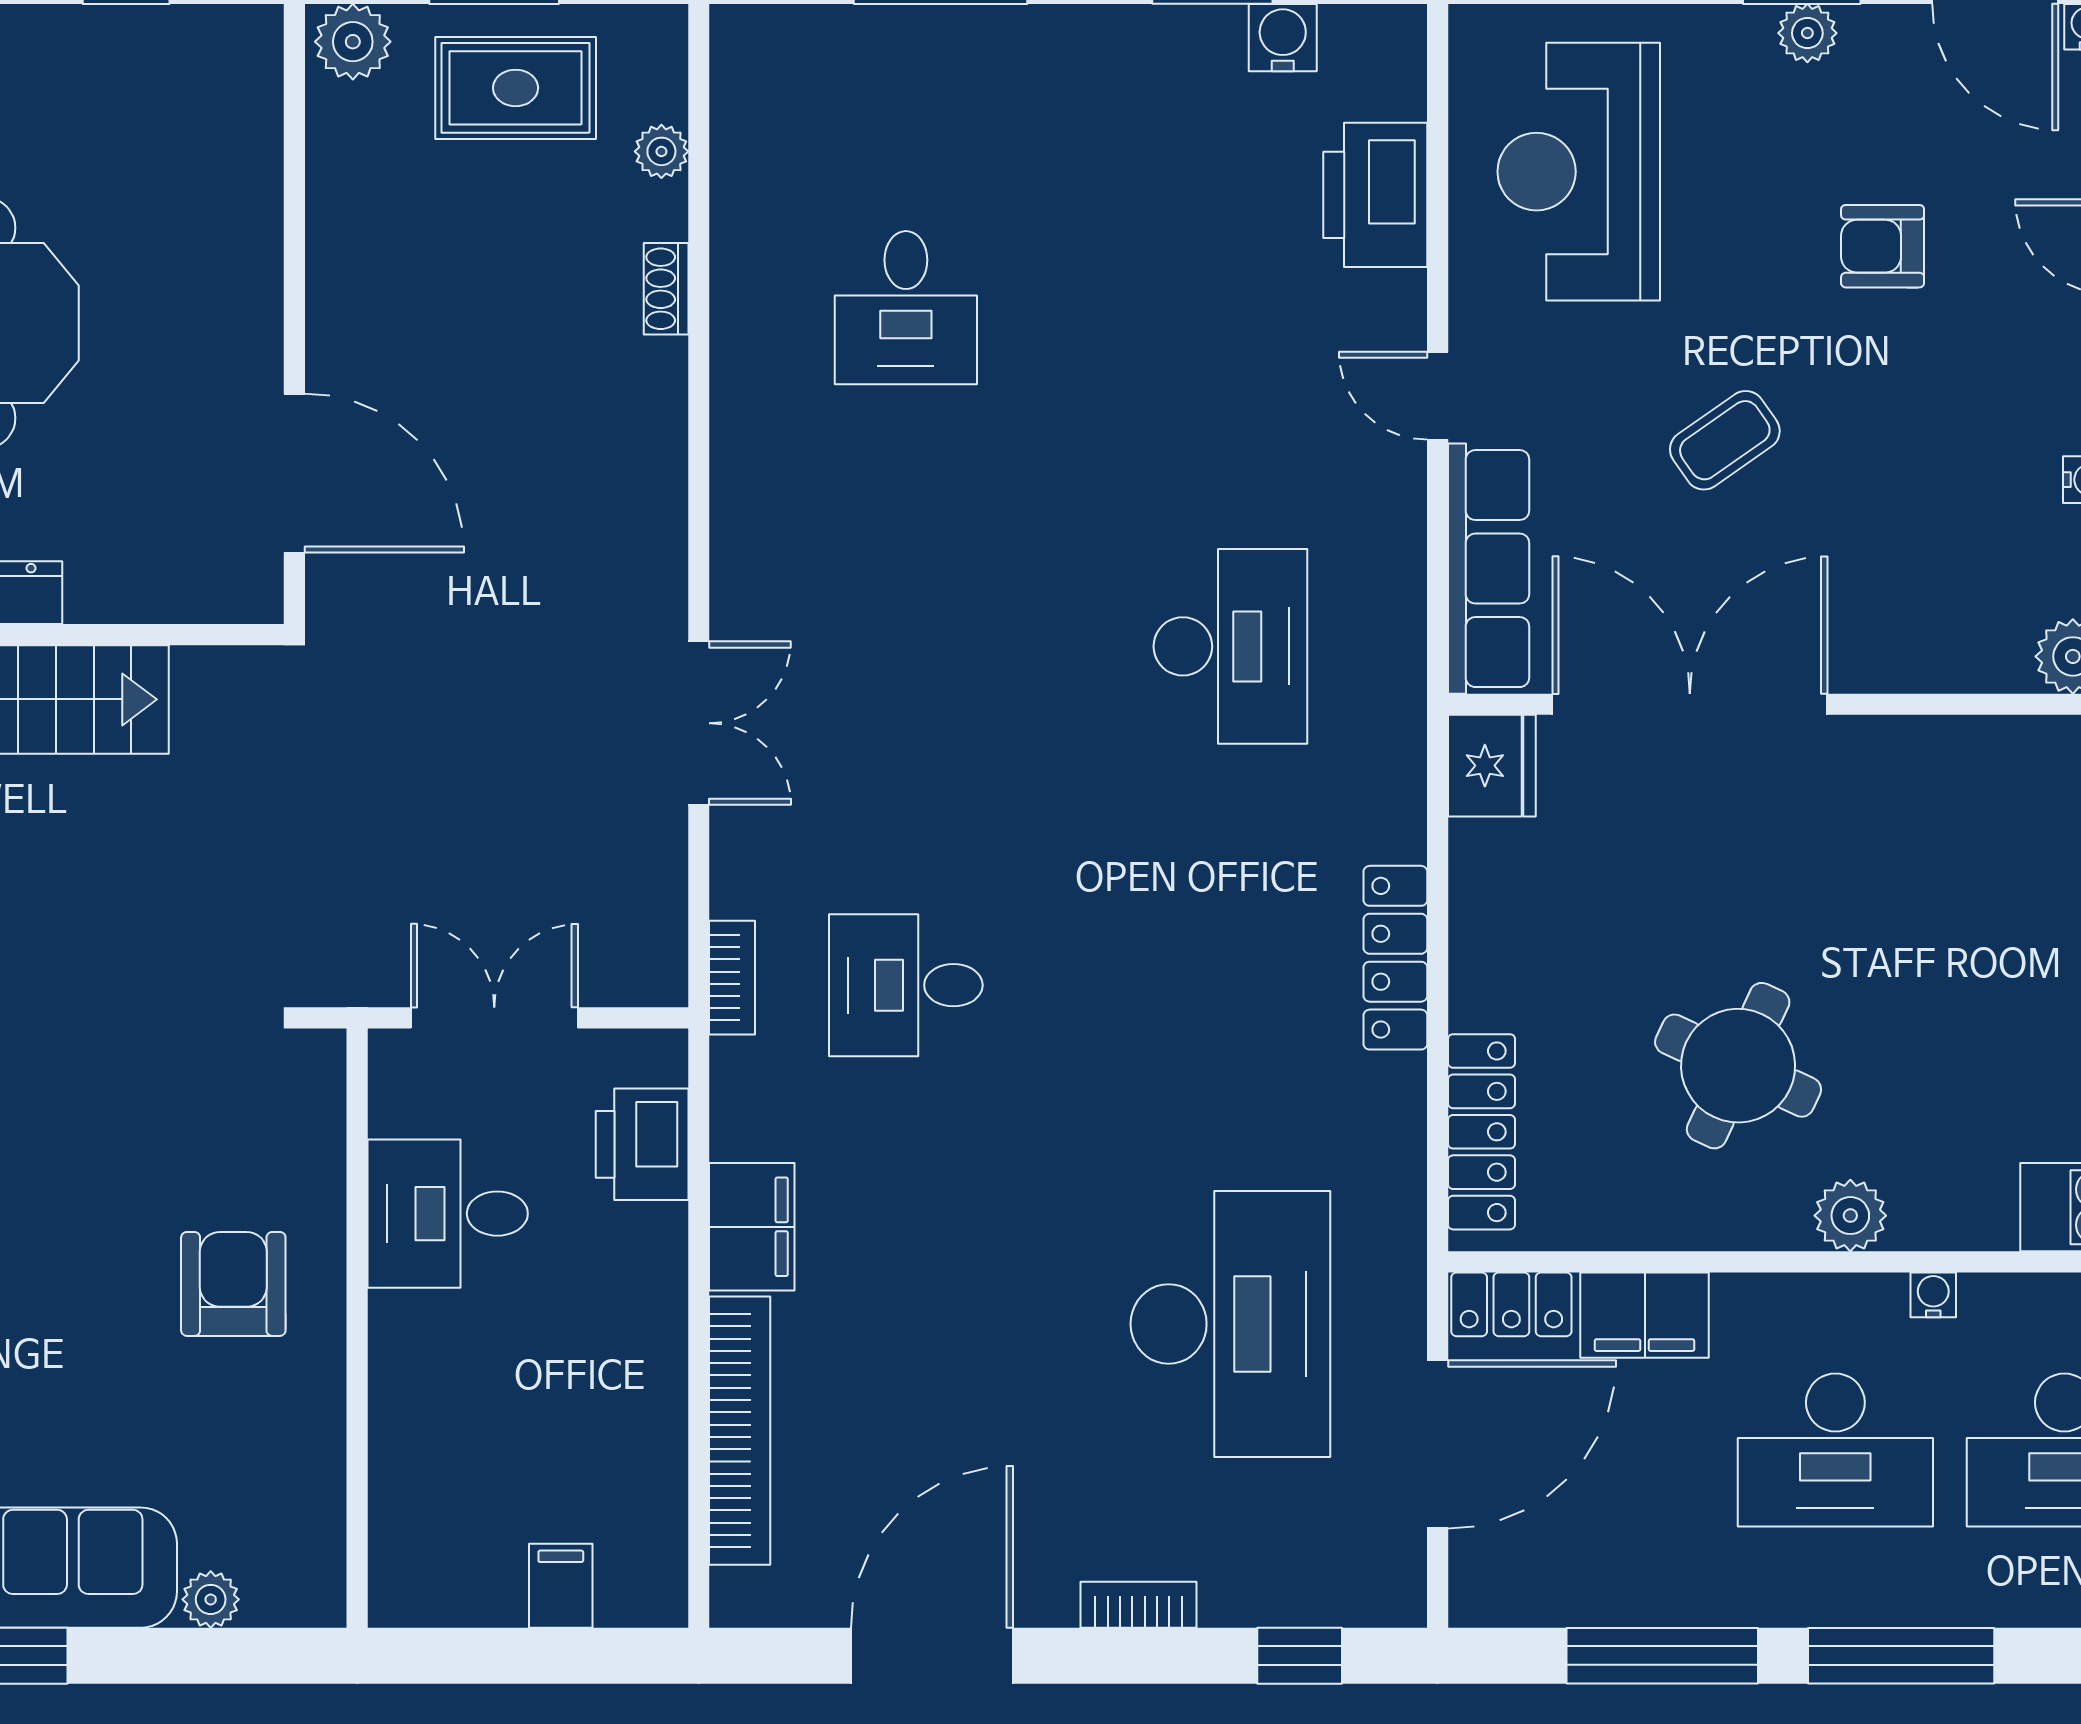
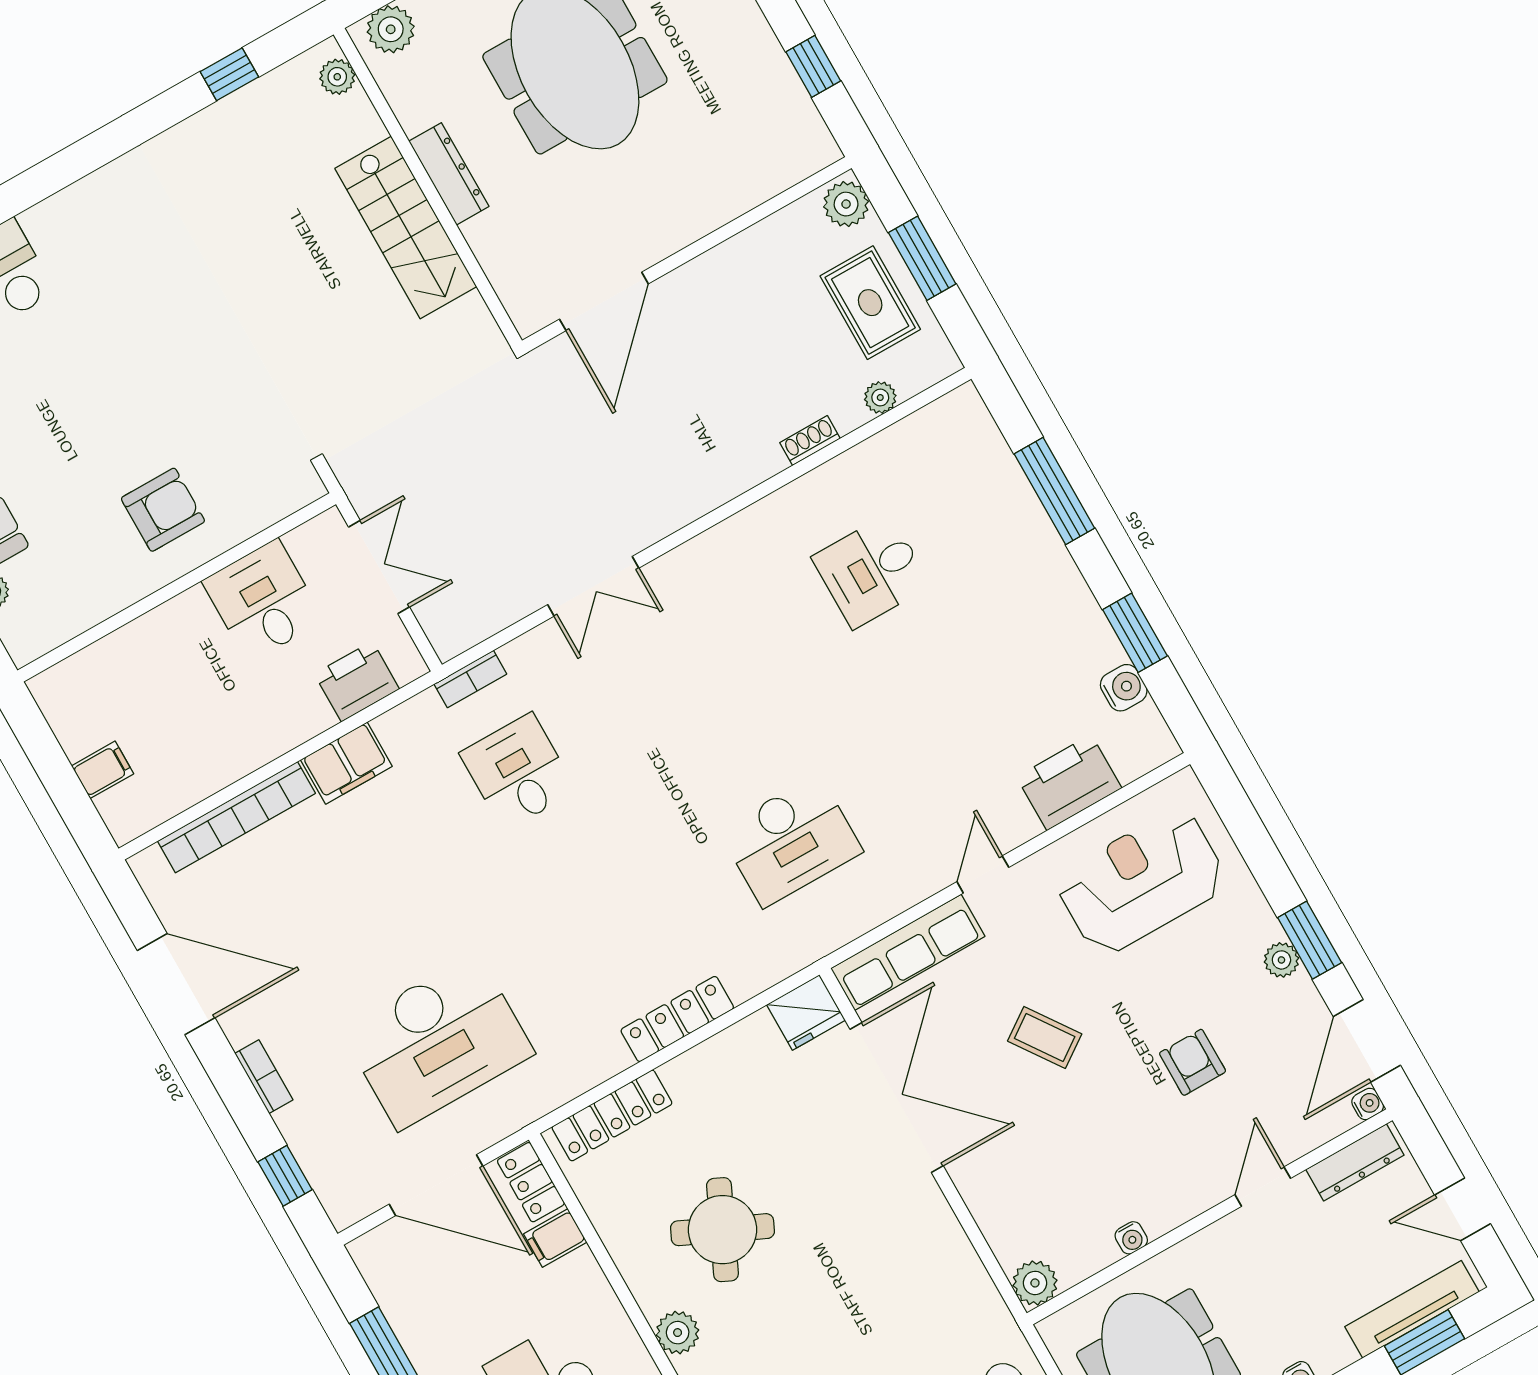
filing cabinet: (1645, 1315) -> (555, 1238), width x0.50

